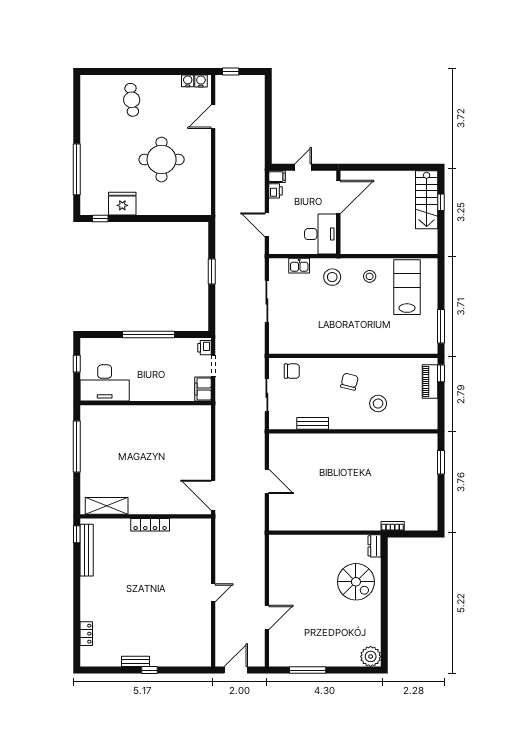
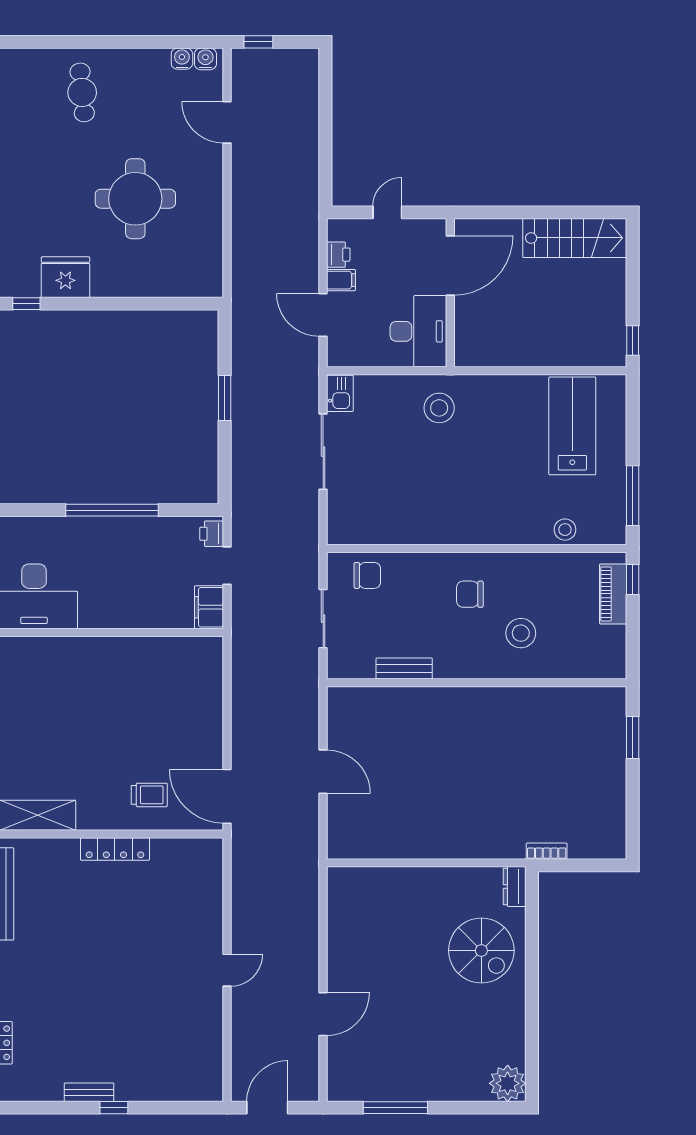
door: (213, 117) -> (227, 122), hinge flipped
filing cabinet: (277, 177) -> (341, 280), moved
stairs: (427, 200) -> (575, 238), moved, turned -90
window: (441, 202) -> (633, 341), moved
kitchen sink: (299, 266) -> (340, 393), moved, turned -90
stool: (370, 276) -> (565, 530), moved
chair: (349, 382) -> (470, 594), turned -104
trolley: (169, 494) -> (149, 795), added

